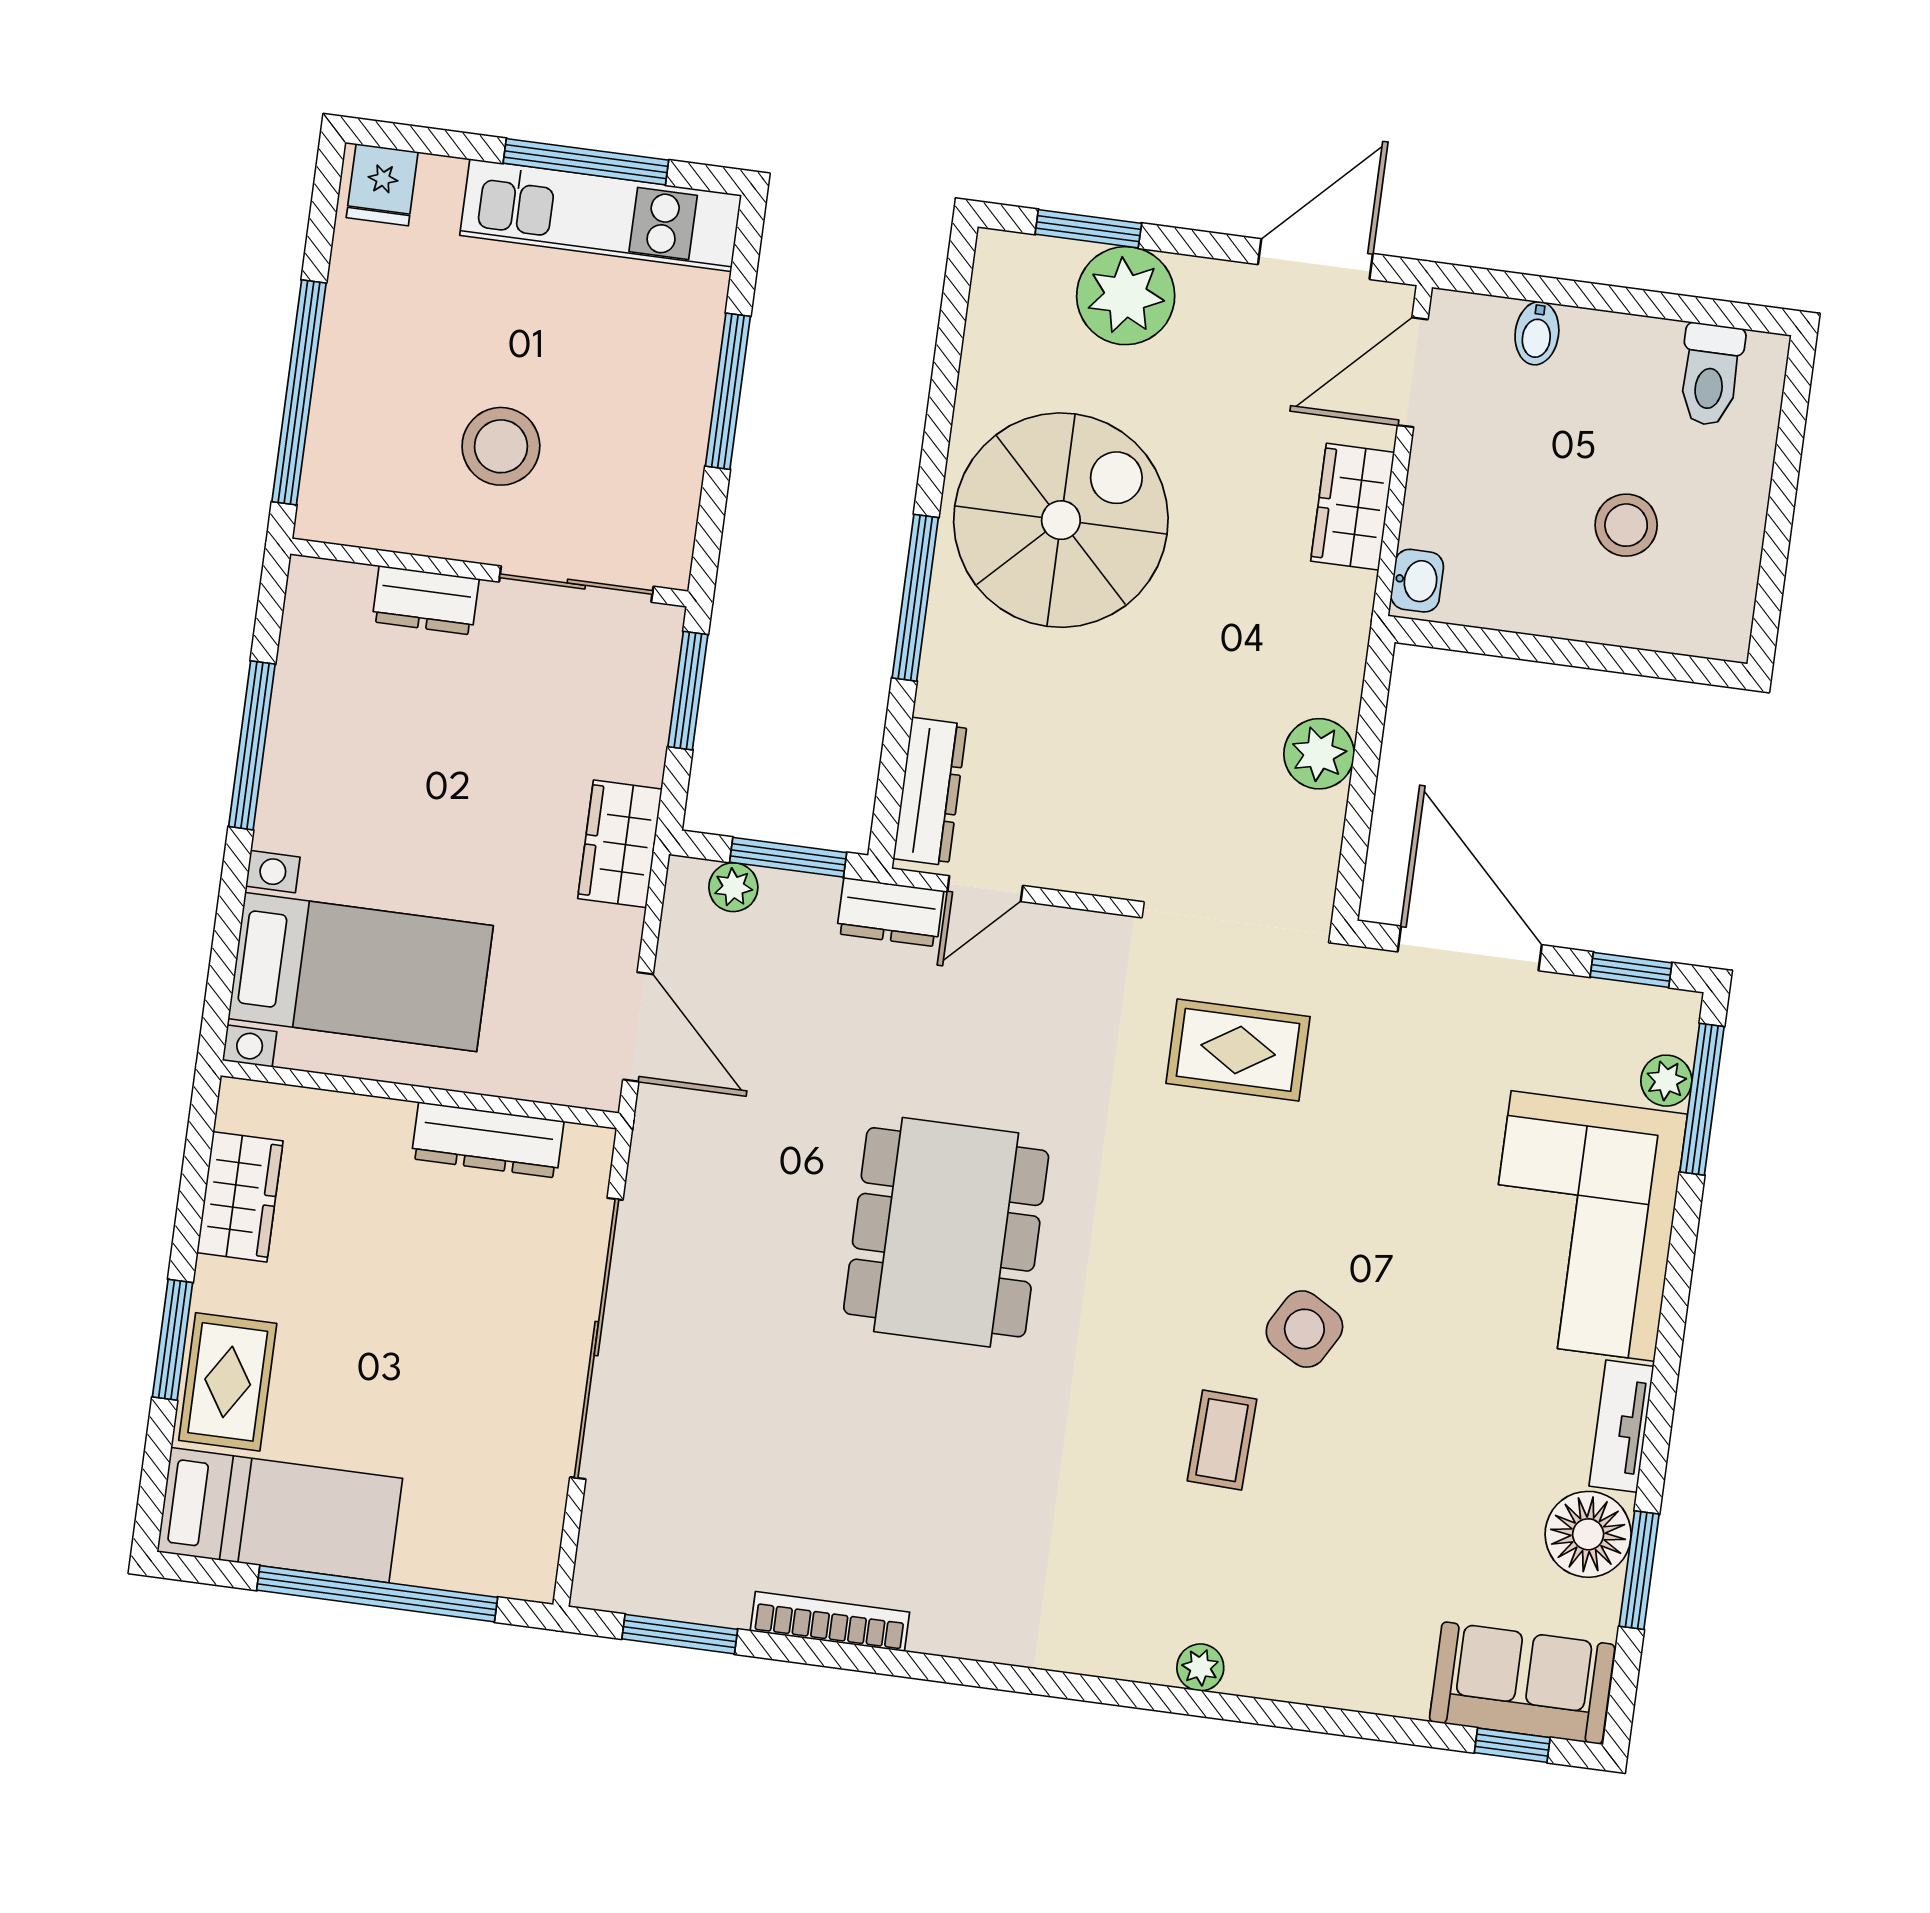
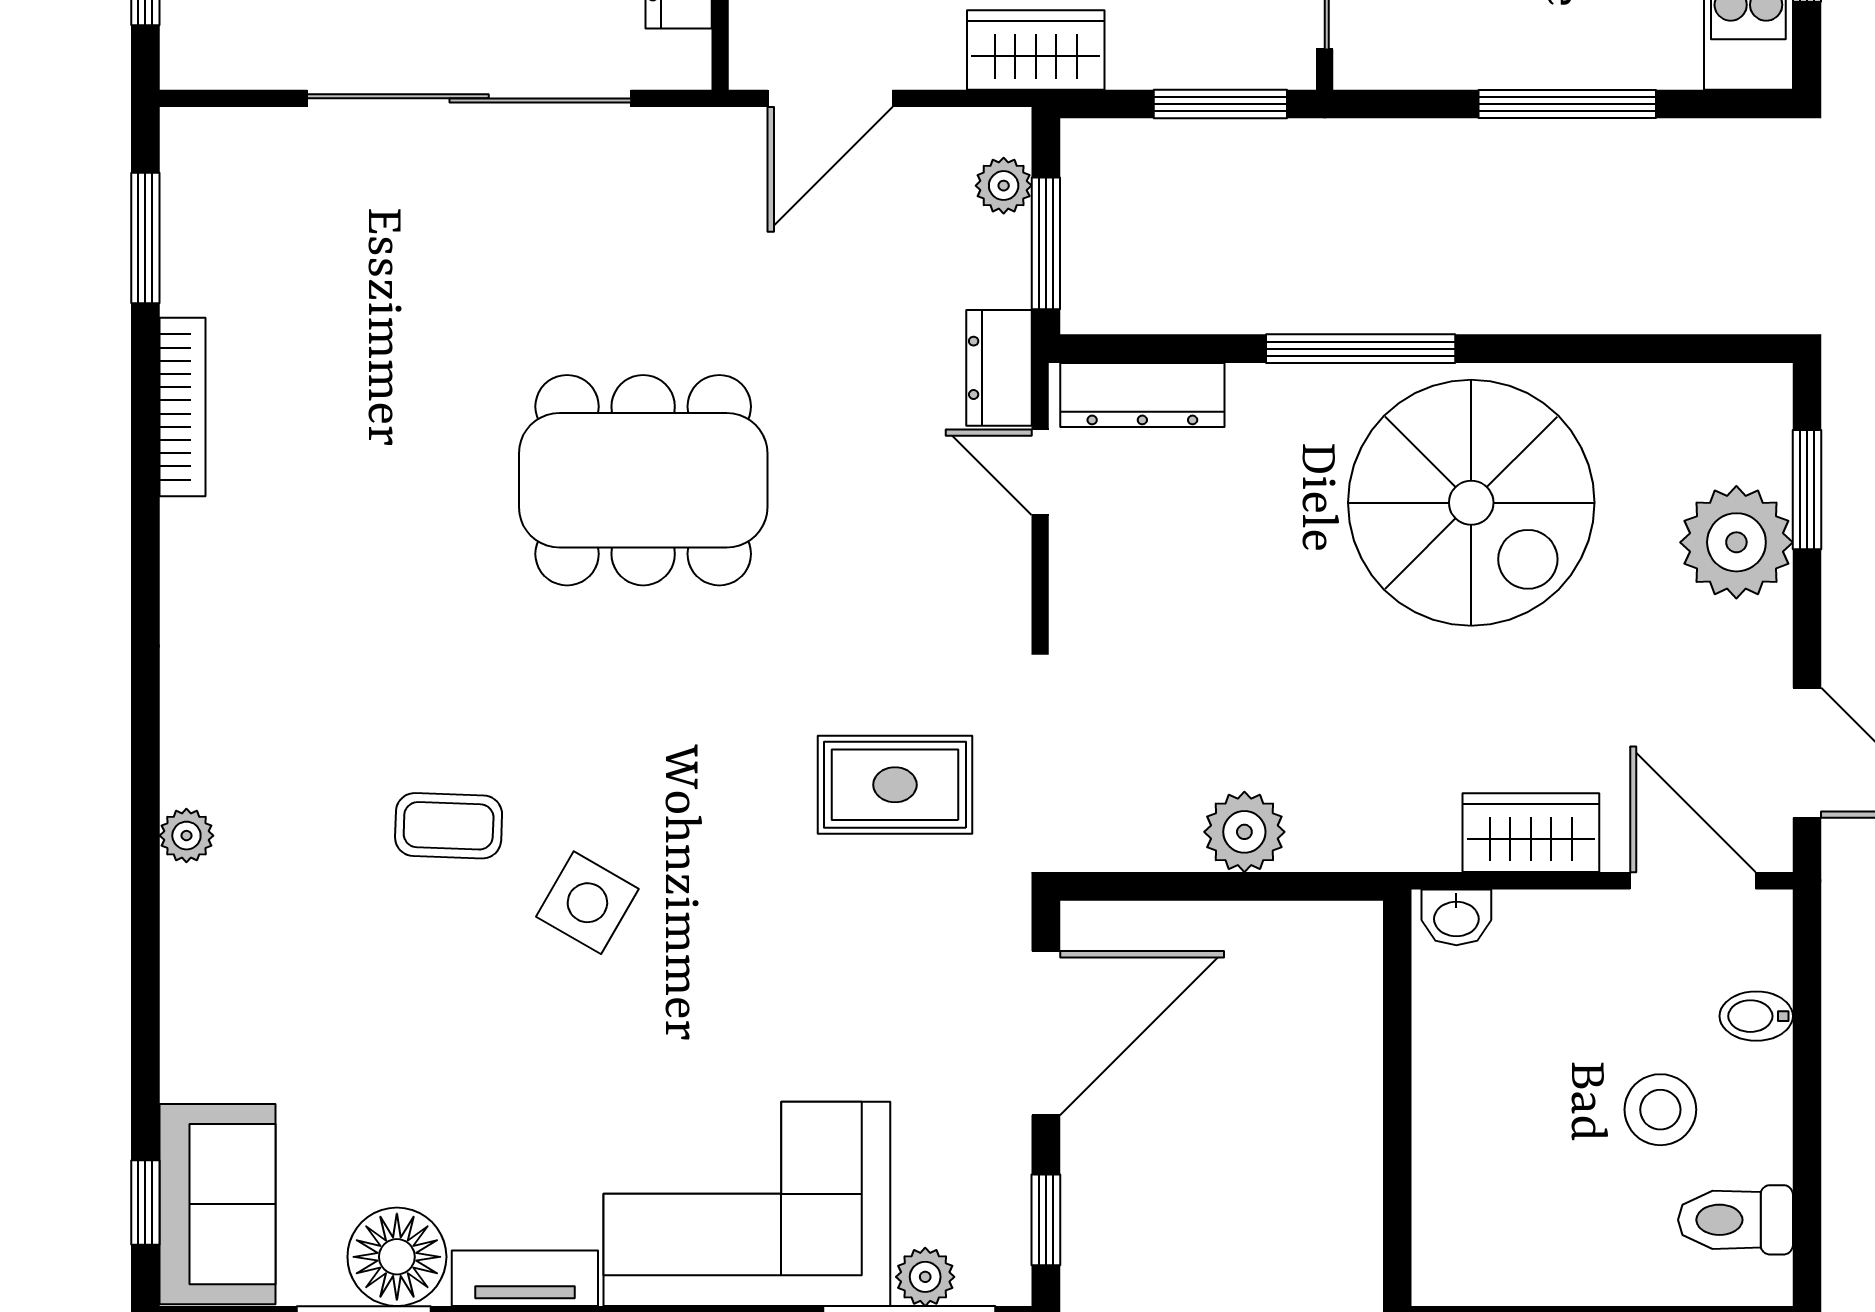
stool: (1626, 525) -> (1660, 1110), moved
rug: (1238, 1050) -> (895, 785), turned 90

